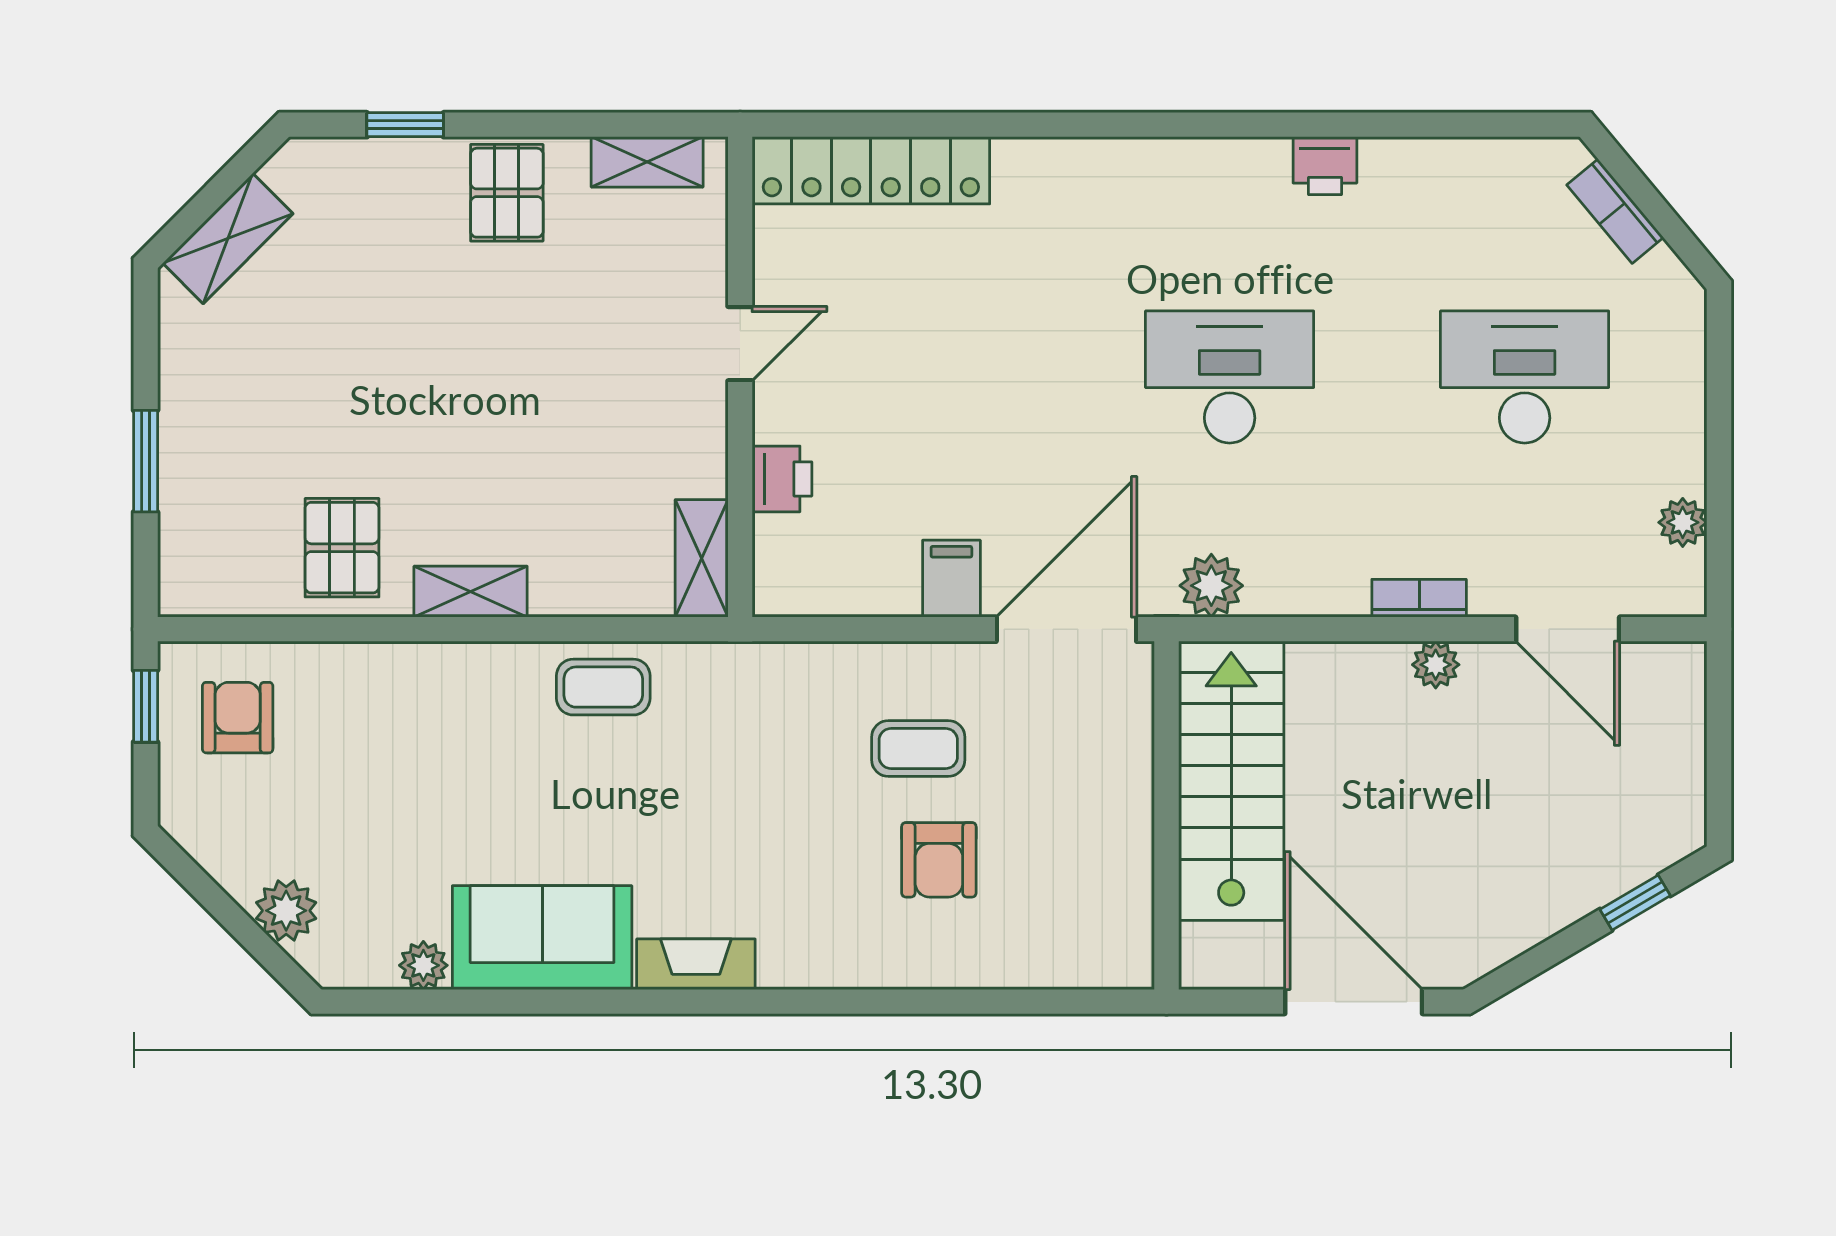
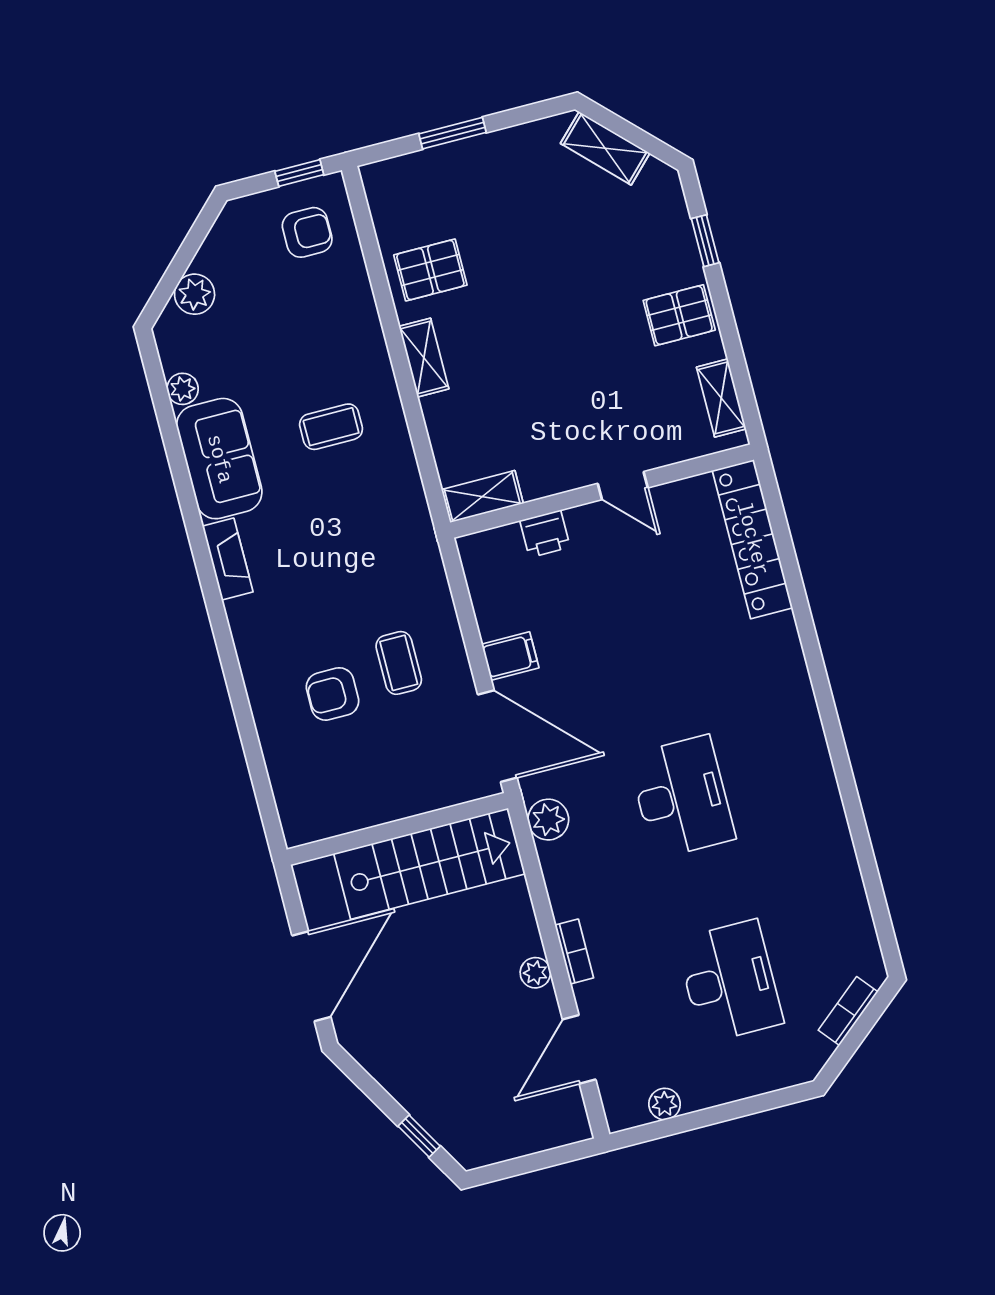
printer: (1325, 166) -> (829, 822), removed
coffee table: (603, 687) -> (331, 427), moved, turned 90

